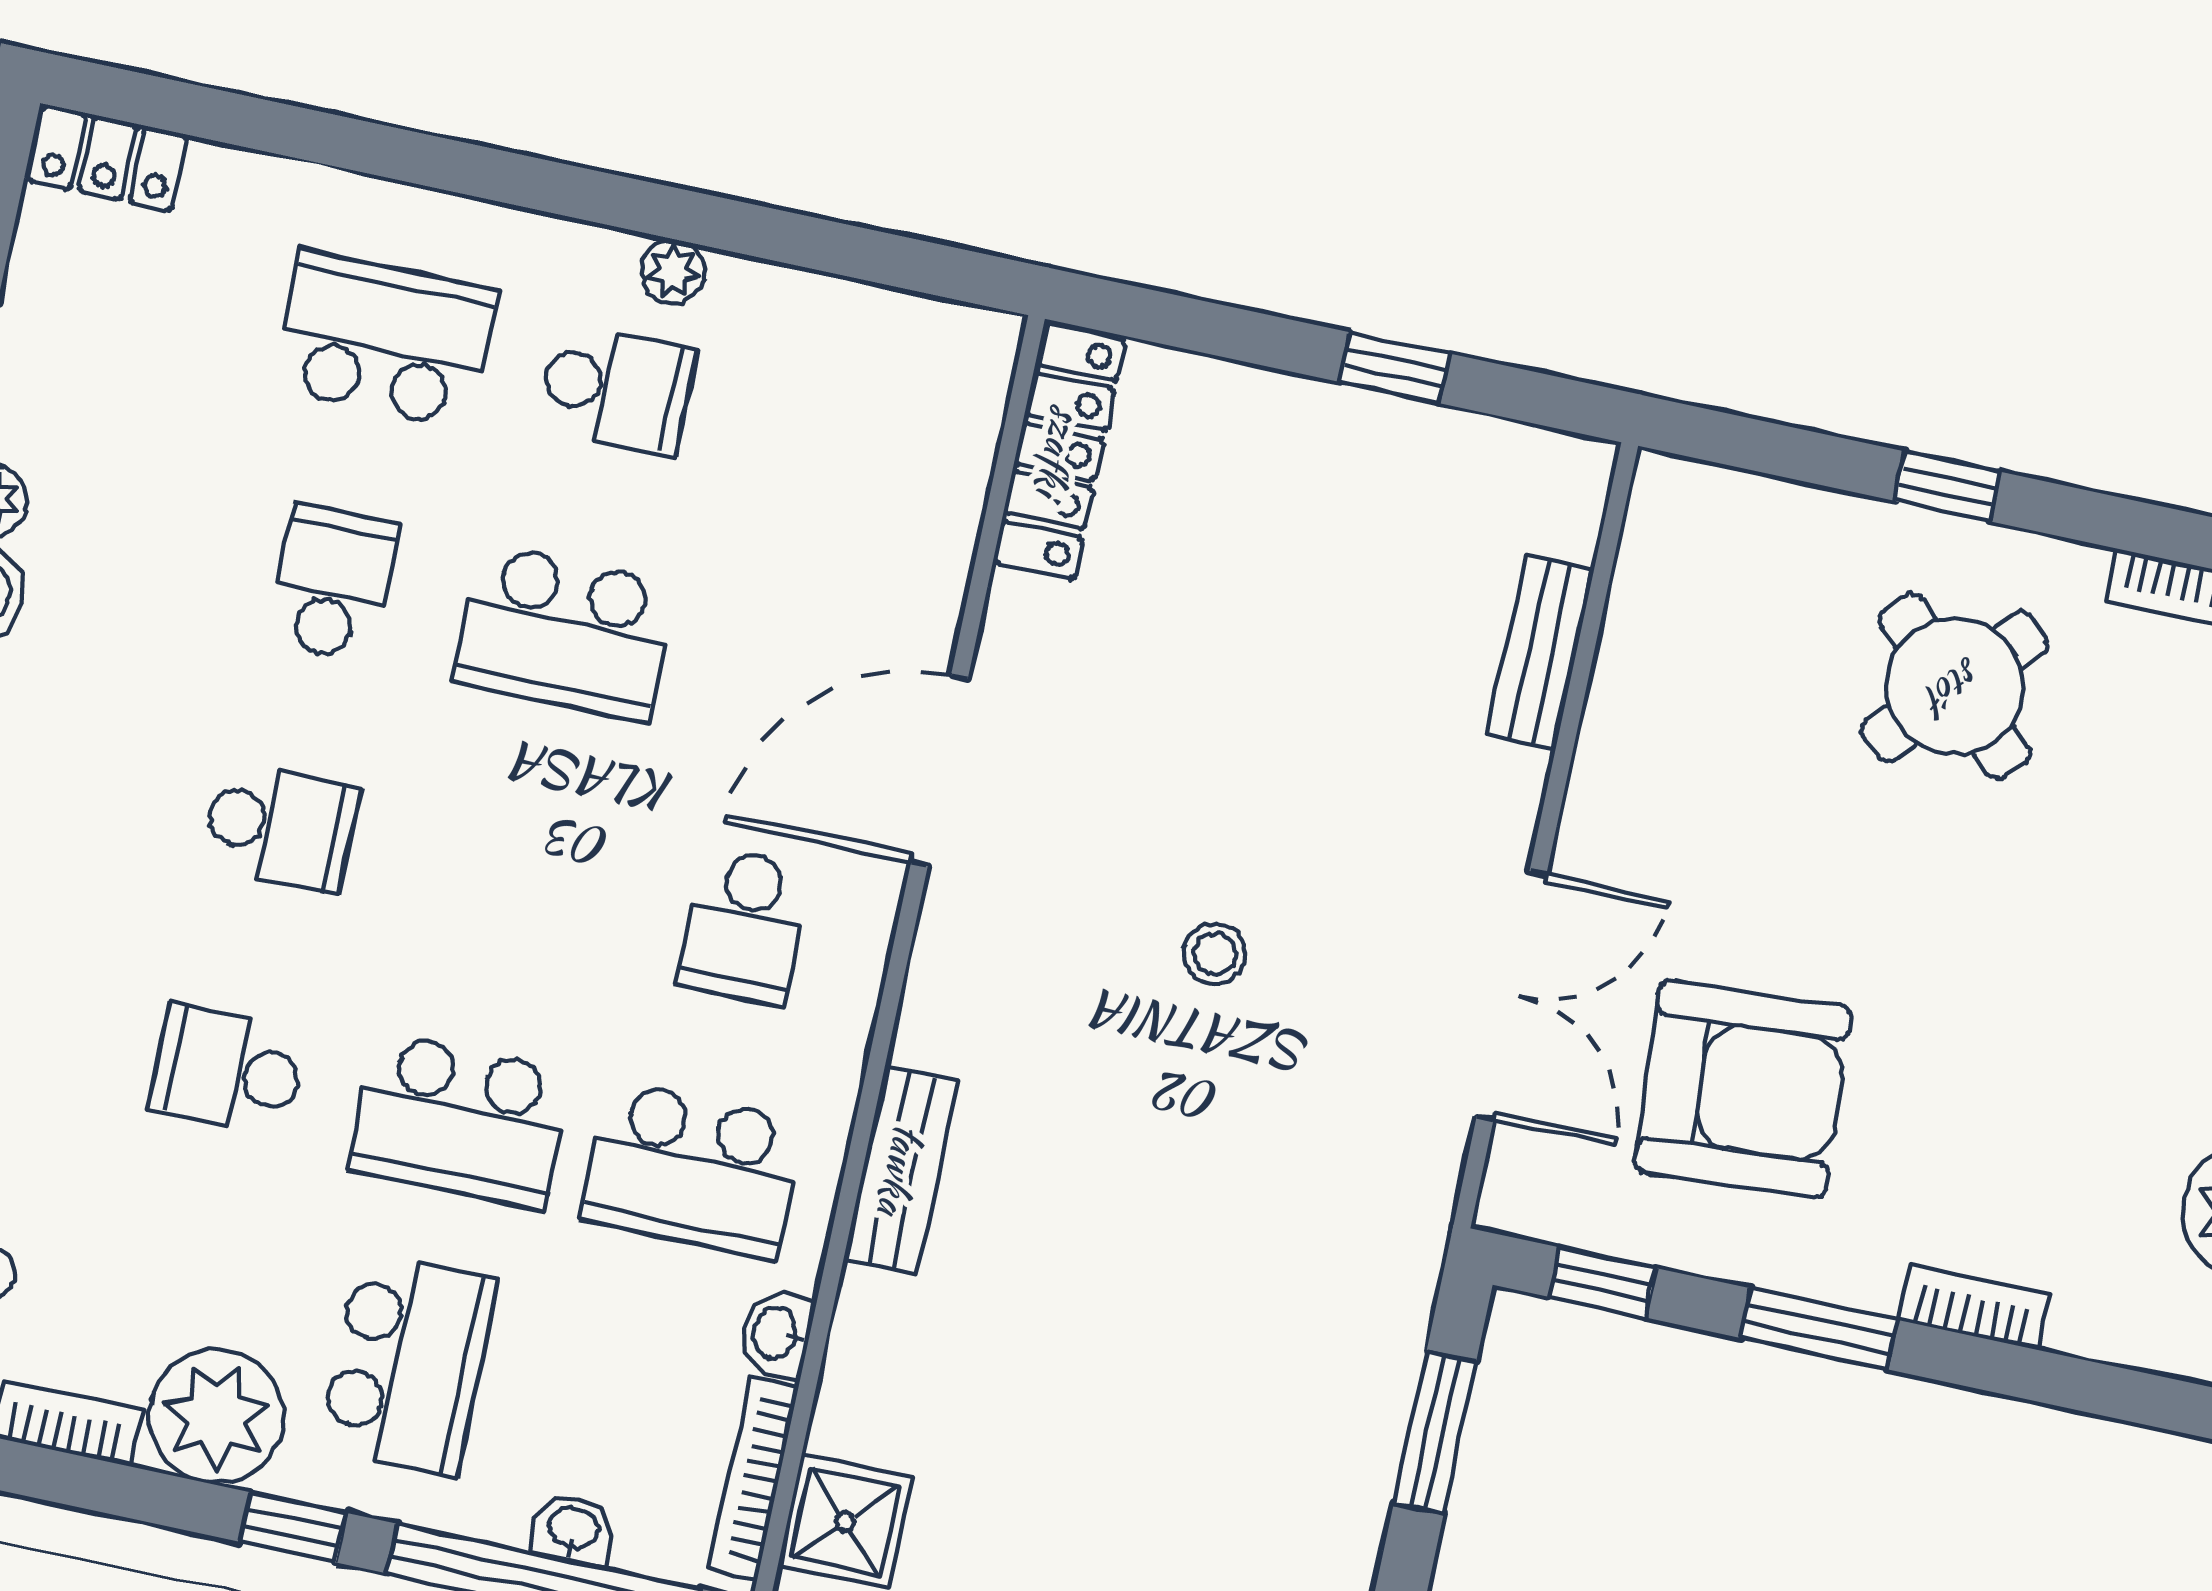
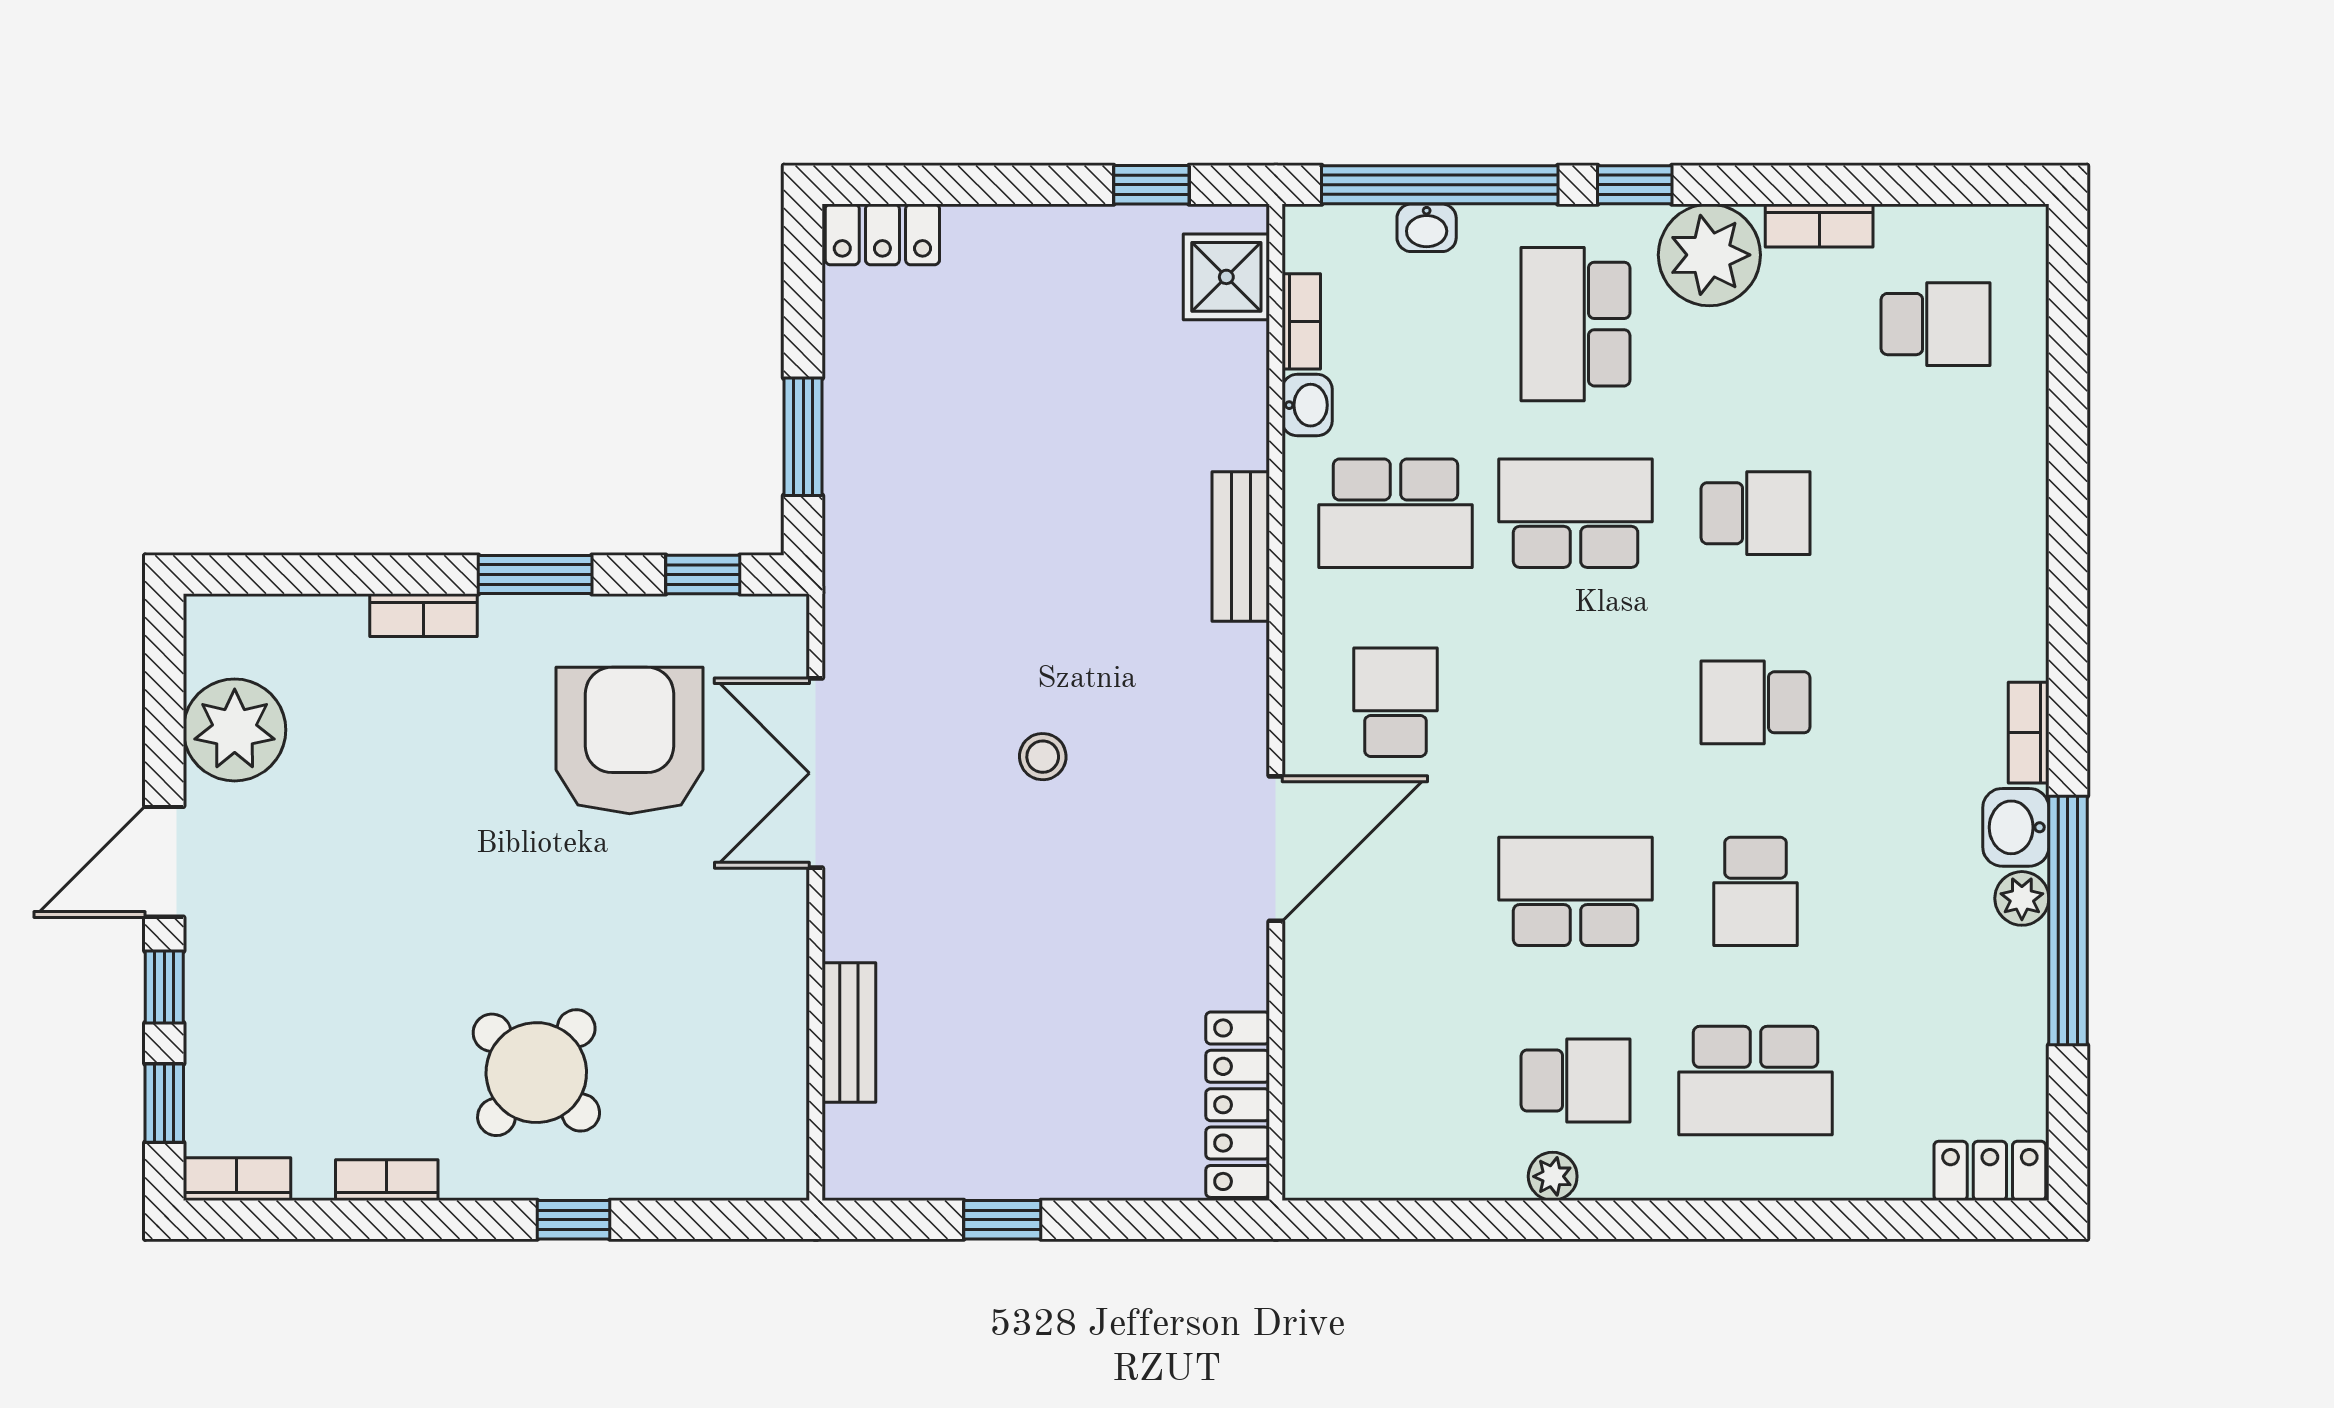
school desk: (617, 389) -> (1576, 1080), turned 180
armchair: (1743, 1089) -> (630, 740), turned 94
school desk: (692, 1170) -> (1396, 513), turned 180
bookcase: (753, 1478) -> (1301, 321), width x0.64

